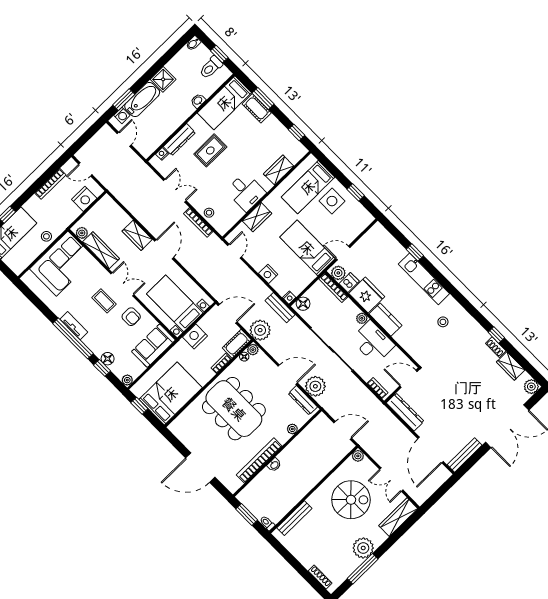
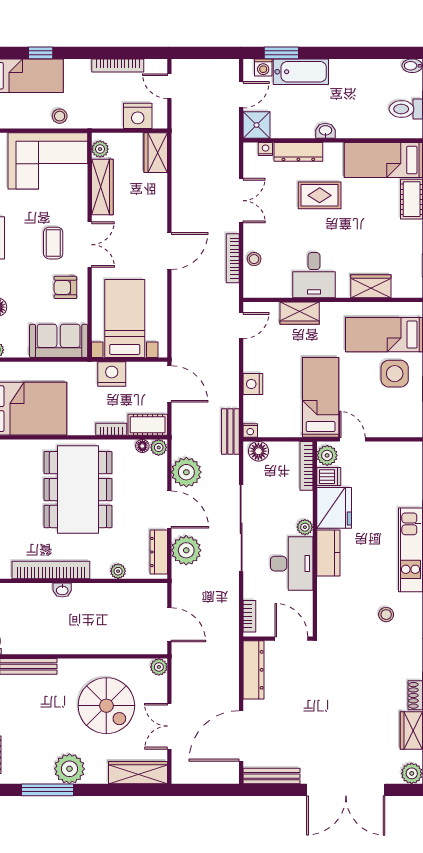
shower: (163, 79) -> (257, 125), moved
washbasin: (198, 101) -> (325, 131), moved
wardrobe: (137, 235) -> (156, 153), moved
armchair: (131, 317) -> (65, 287), turned 90
plant: (260, 330) -> (186, 472), moved

